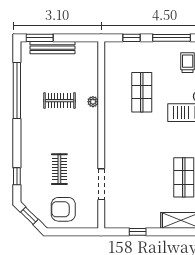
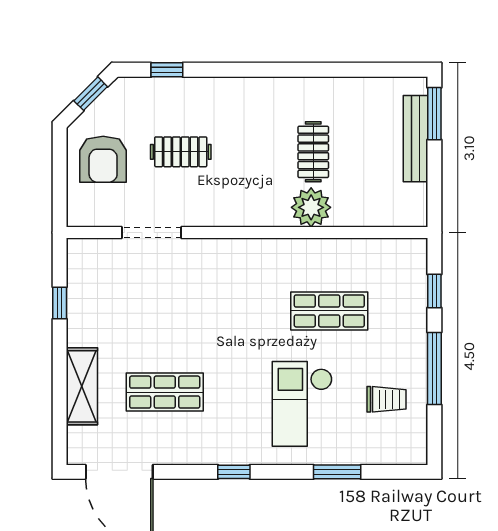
window: (17, 90) -> (333, 70), removed
plant: (93, 102) -> (311, 207), width x1.88, depth x1.88
armchair: (63, 209) -> (103, 159), turned 180

